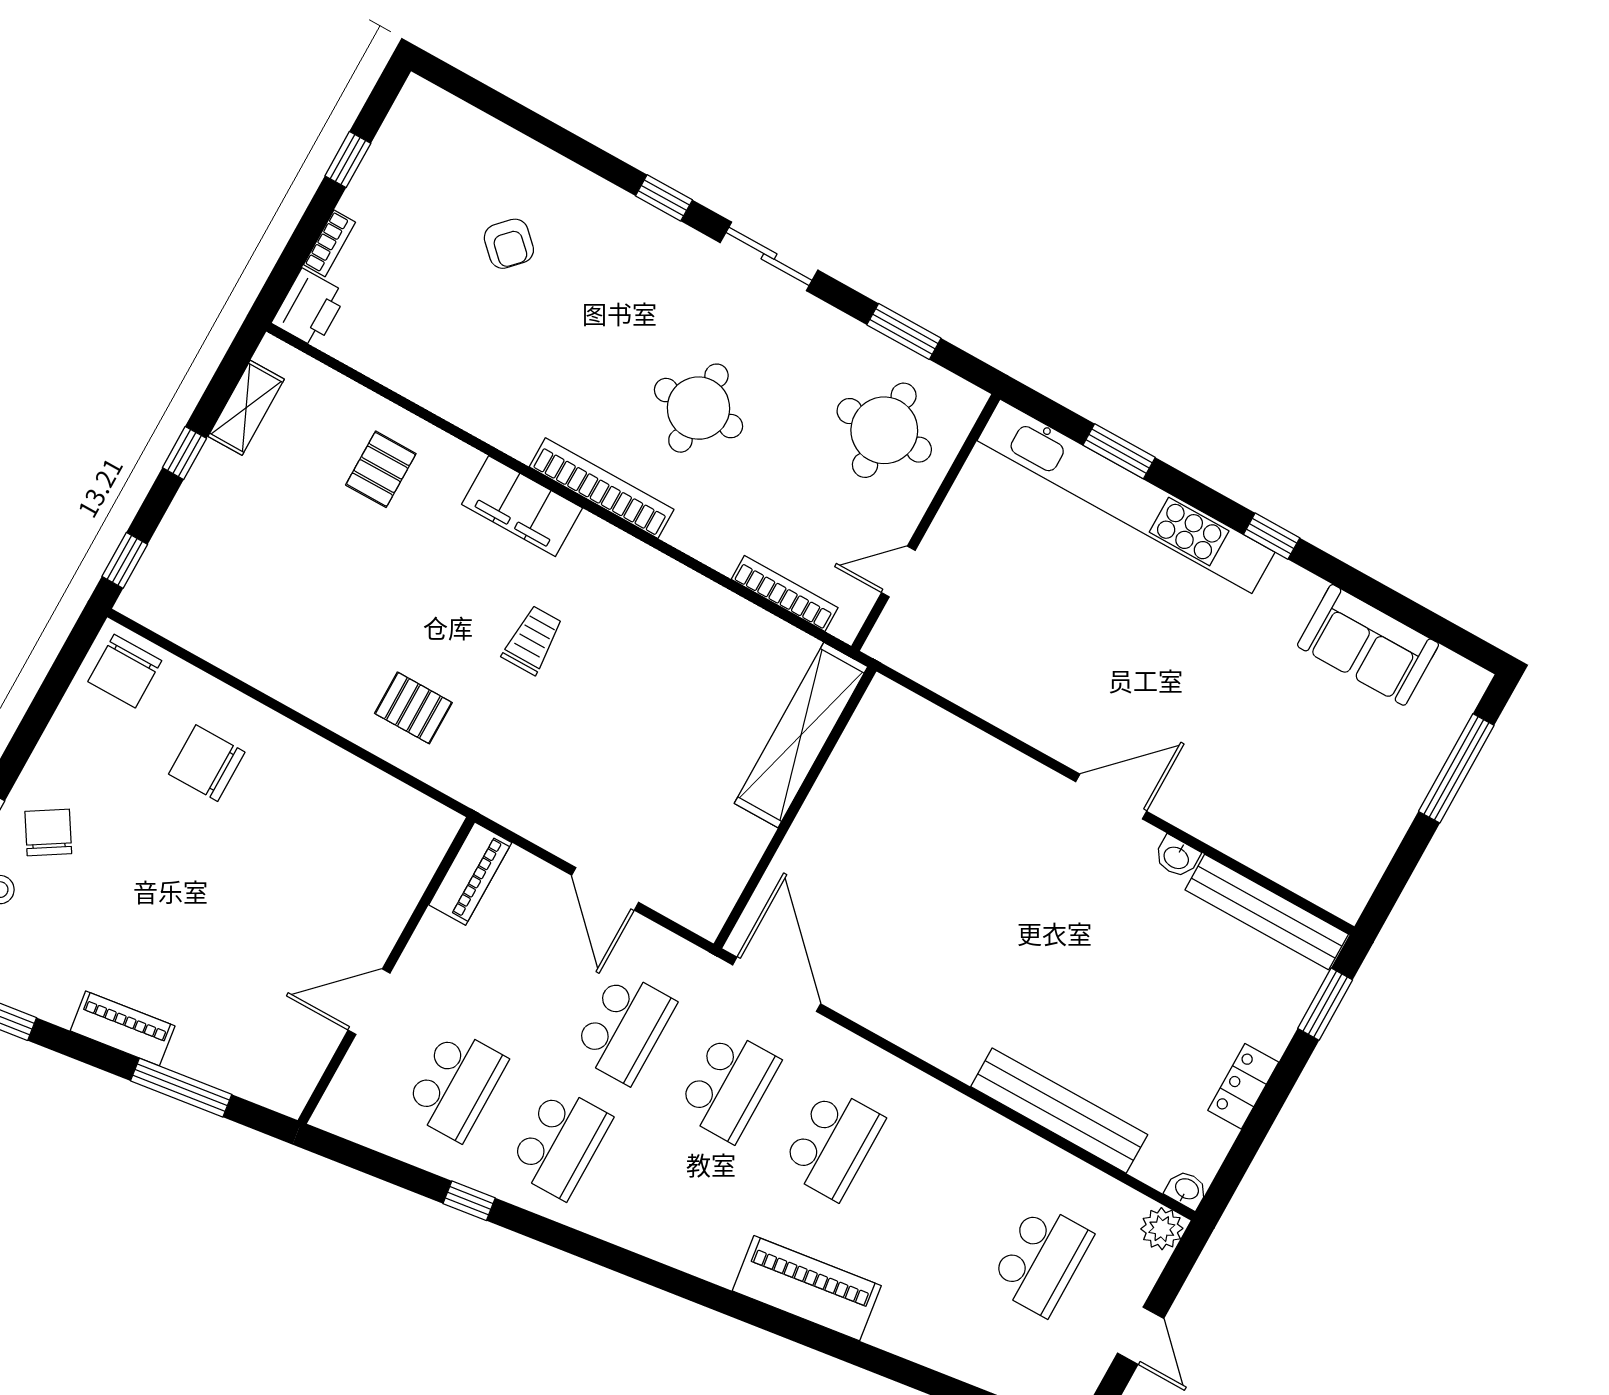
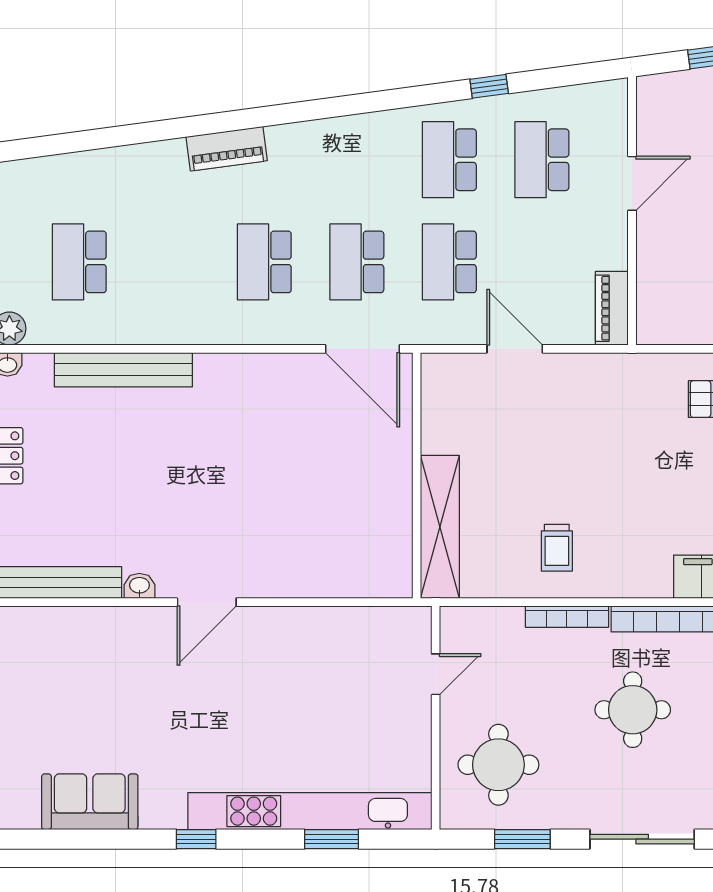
sliding door: (769, 256) -> (642, 839), width x1.37
bookcase: (785, 593) -> (567, 617), moved
trolley: (533, 640) -> (557, 548), moved
piano: (807, 1288) -> (227, 149), width x0.73, depth x0.75

